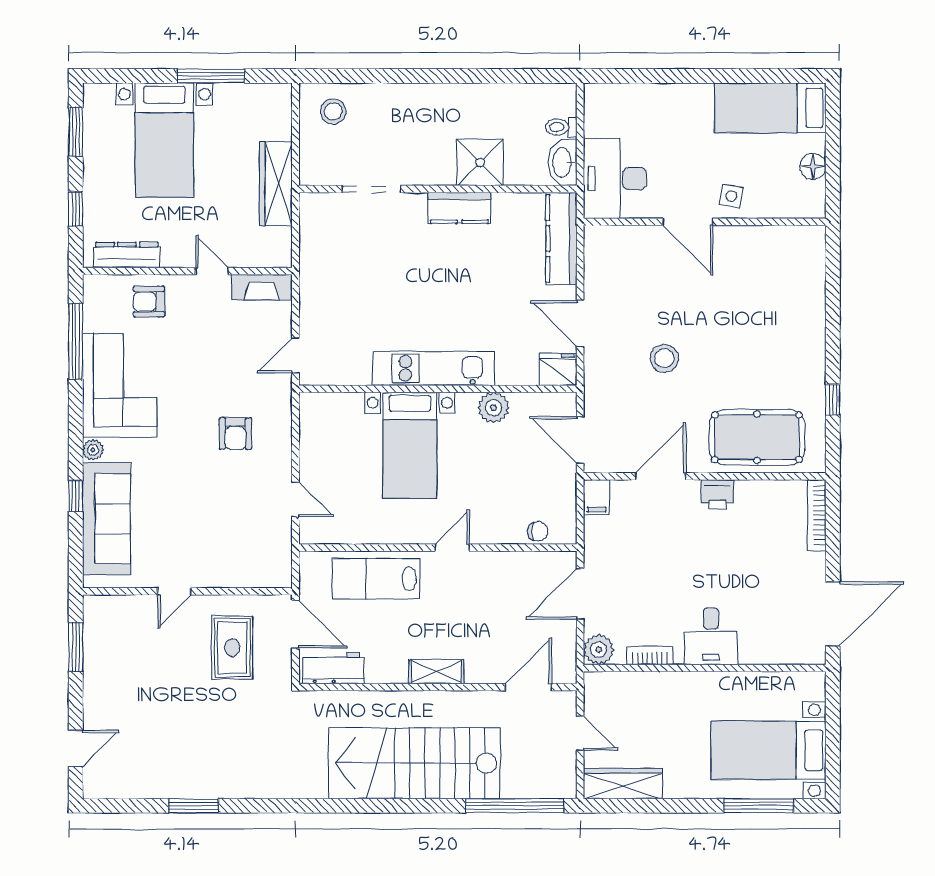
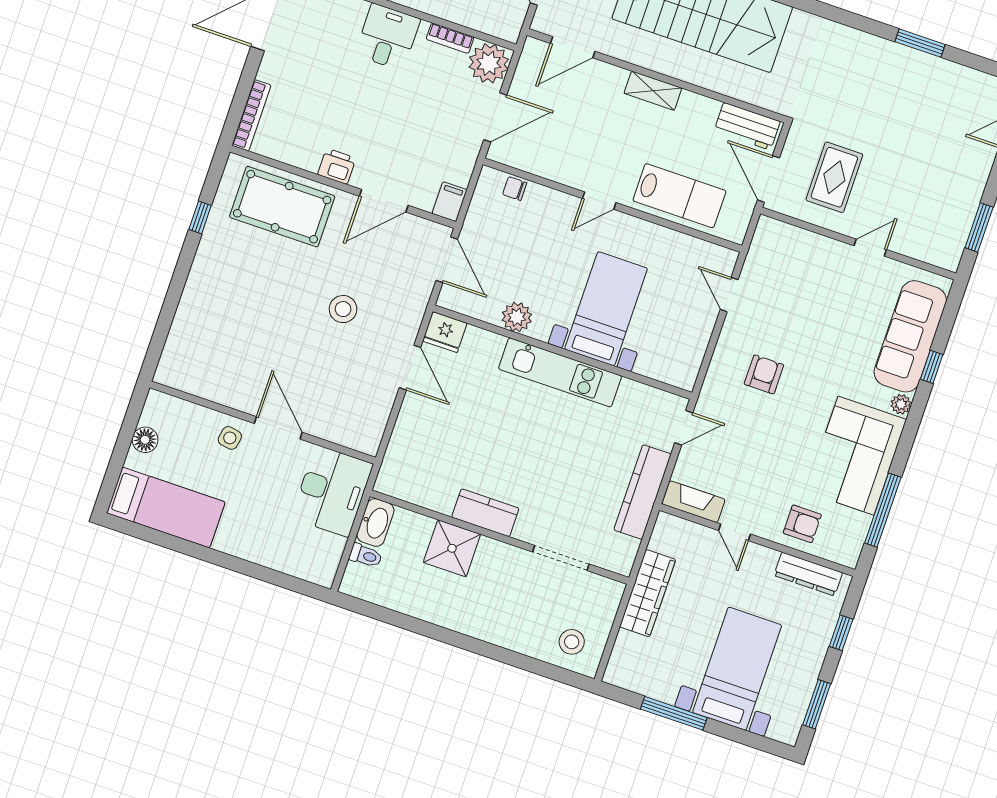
kitchen counter: (561, 239) -> (643, 492), moved, turned 180
plant: (599, 650) -> (489, 63), width x1.36, depth x1.36

